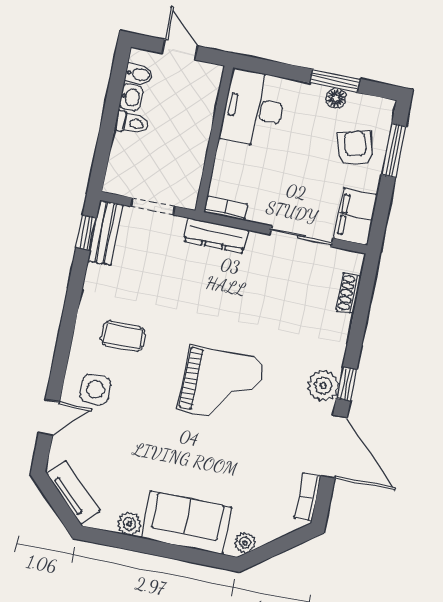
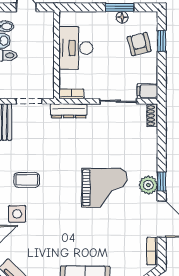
desk: (254, 109) -> (76, 48), moved
window: (394, 150) -> (162, 41), width x0.67
filing cabinet: (356, 217) -> (147, 91), width x0.50
shoe rack: (349, 293) -> (152, 116), moved
grand piano: (221, 384) -> (104, 188), moved

